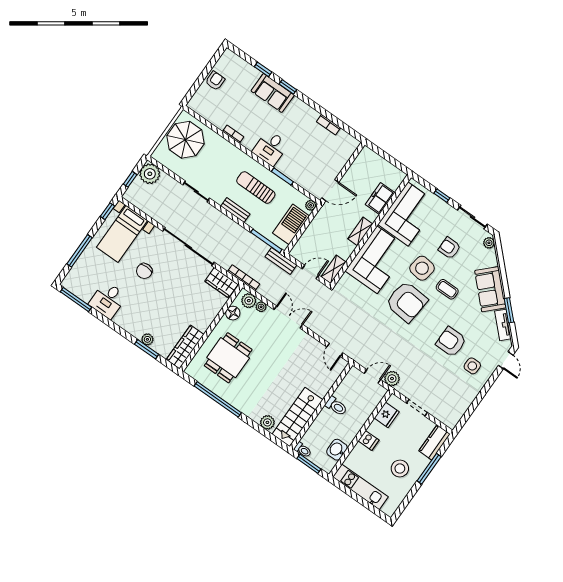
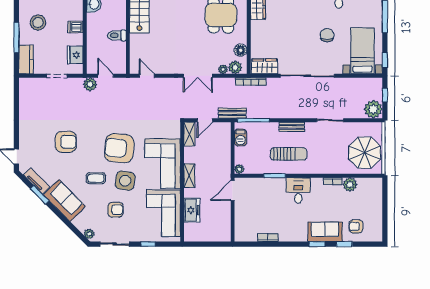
armchair: (215, 81) -> (356, 226), moved, turned 90
plant: (219, 120) -> (350, 185), added
barbecue: (291, 224) -> (241, 137), width x0.53, depth x0.65
side table: (472, 366) -> (38, 135), removed
door: (372, 376) -> (106, 76), swing flipped

